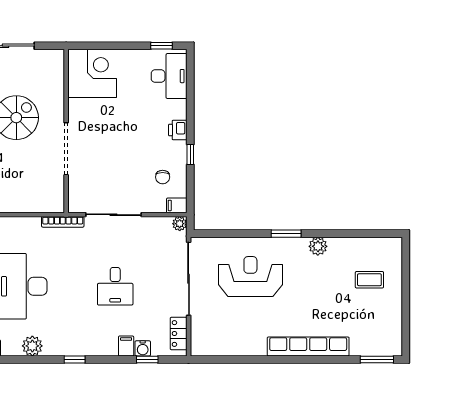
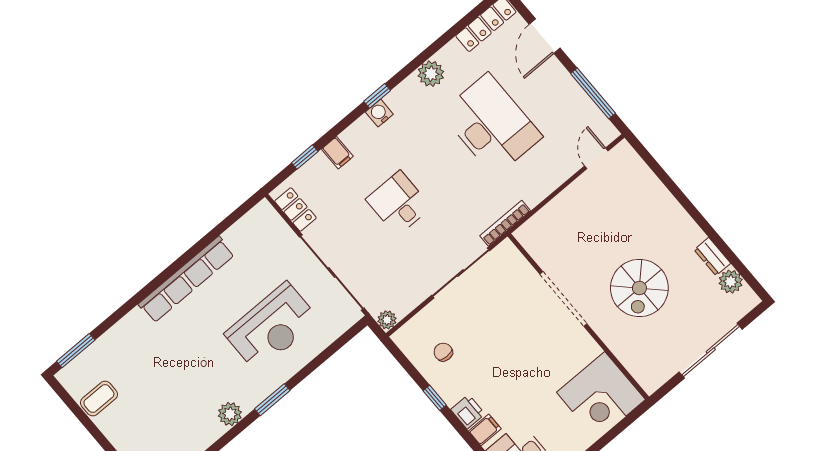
filing cabinet: (177, 205) -> (485, 430), moved
coffee table: (369, 280) -> (99, 399), moved
row of seats: (308, 346) -> (186, 280), moved
water cooler: (143, 348) -> (379, 113), moved

